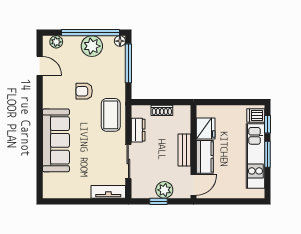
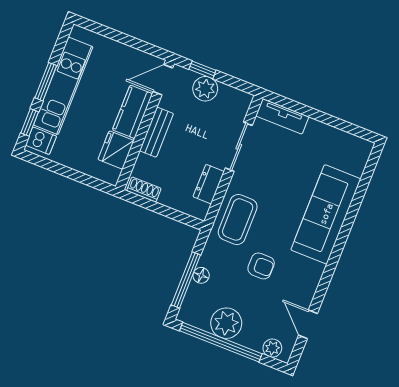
floor lamp: (120, 41) -> (201, 275), moved
shoe rack: (162, 110) -> (144, 190), moved
window: (159, 201) -> (202, 70), moved

